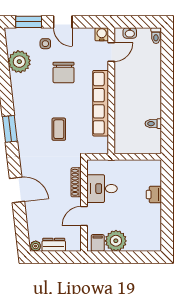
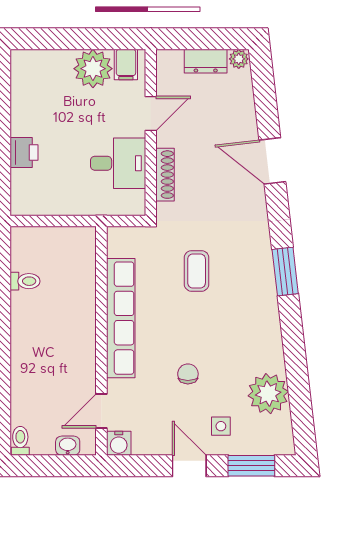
chair: (64, 72) -> (188, 374), width x0.54, depth x0.54

